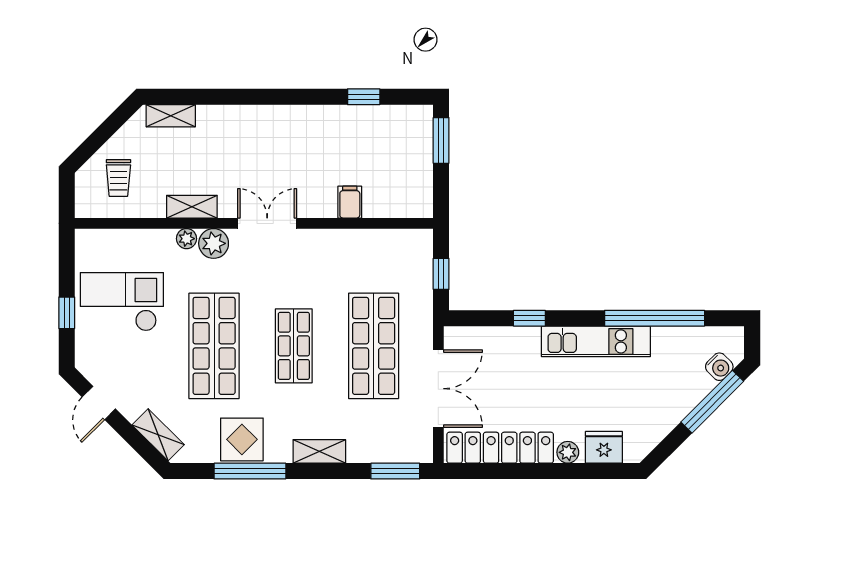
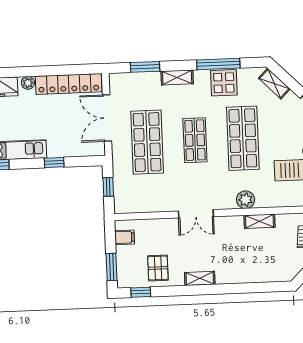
window: (364, 97) -> (141, 292), moved
shelving: (171, 116) -> (200, 278), moved
pallet: (364, 136) -> (158, 268), added
filing cabinet: (350, 202) -> (125, 237), moved, turned -90
double door: (267, 223) -> (196, 214), moved
plant: (187, 239) -> (262, 202), removed
window: (395, 471) -> (145, 67), moved

